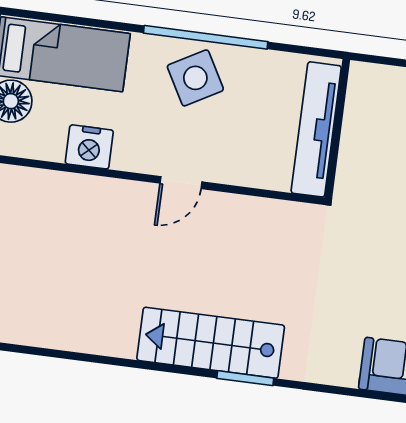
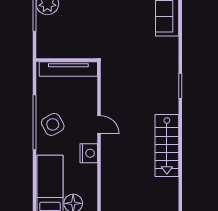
nightstand: (89, 147) -> (89, 153), moved
stairs: (211, 343) -> (167, 145), moved

